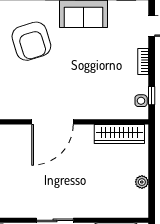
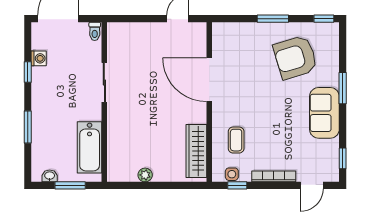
bookcase: (143, 61) -> (274, 176), width x1.56
coffee table: (109, 97) -> (236, 140), added

